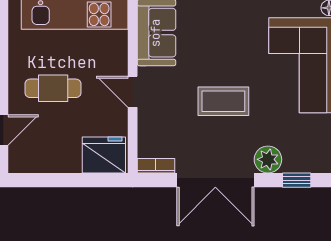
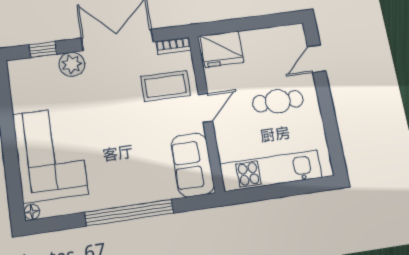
door: (133, 92) -> (205, 108), hinge flipped
coffee table: (223, 101) -> (166, 86), moved

